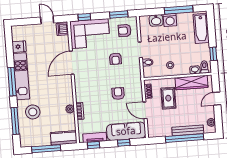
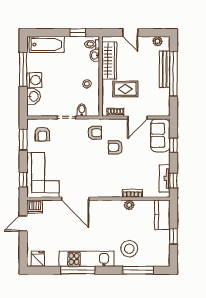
fridge: (19, 47) -> (38, 259), moved
armchair: (115, 59) -> (95, 133), moved
window: (12, 82) -> (78, 270), moved
sofa: (126, 131) -> (160, 135), width x0.73
window: (46, 149) -> (173, 236), width x0.46

